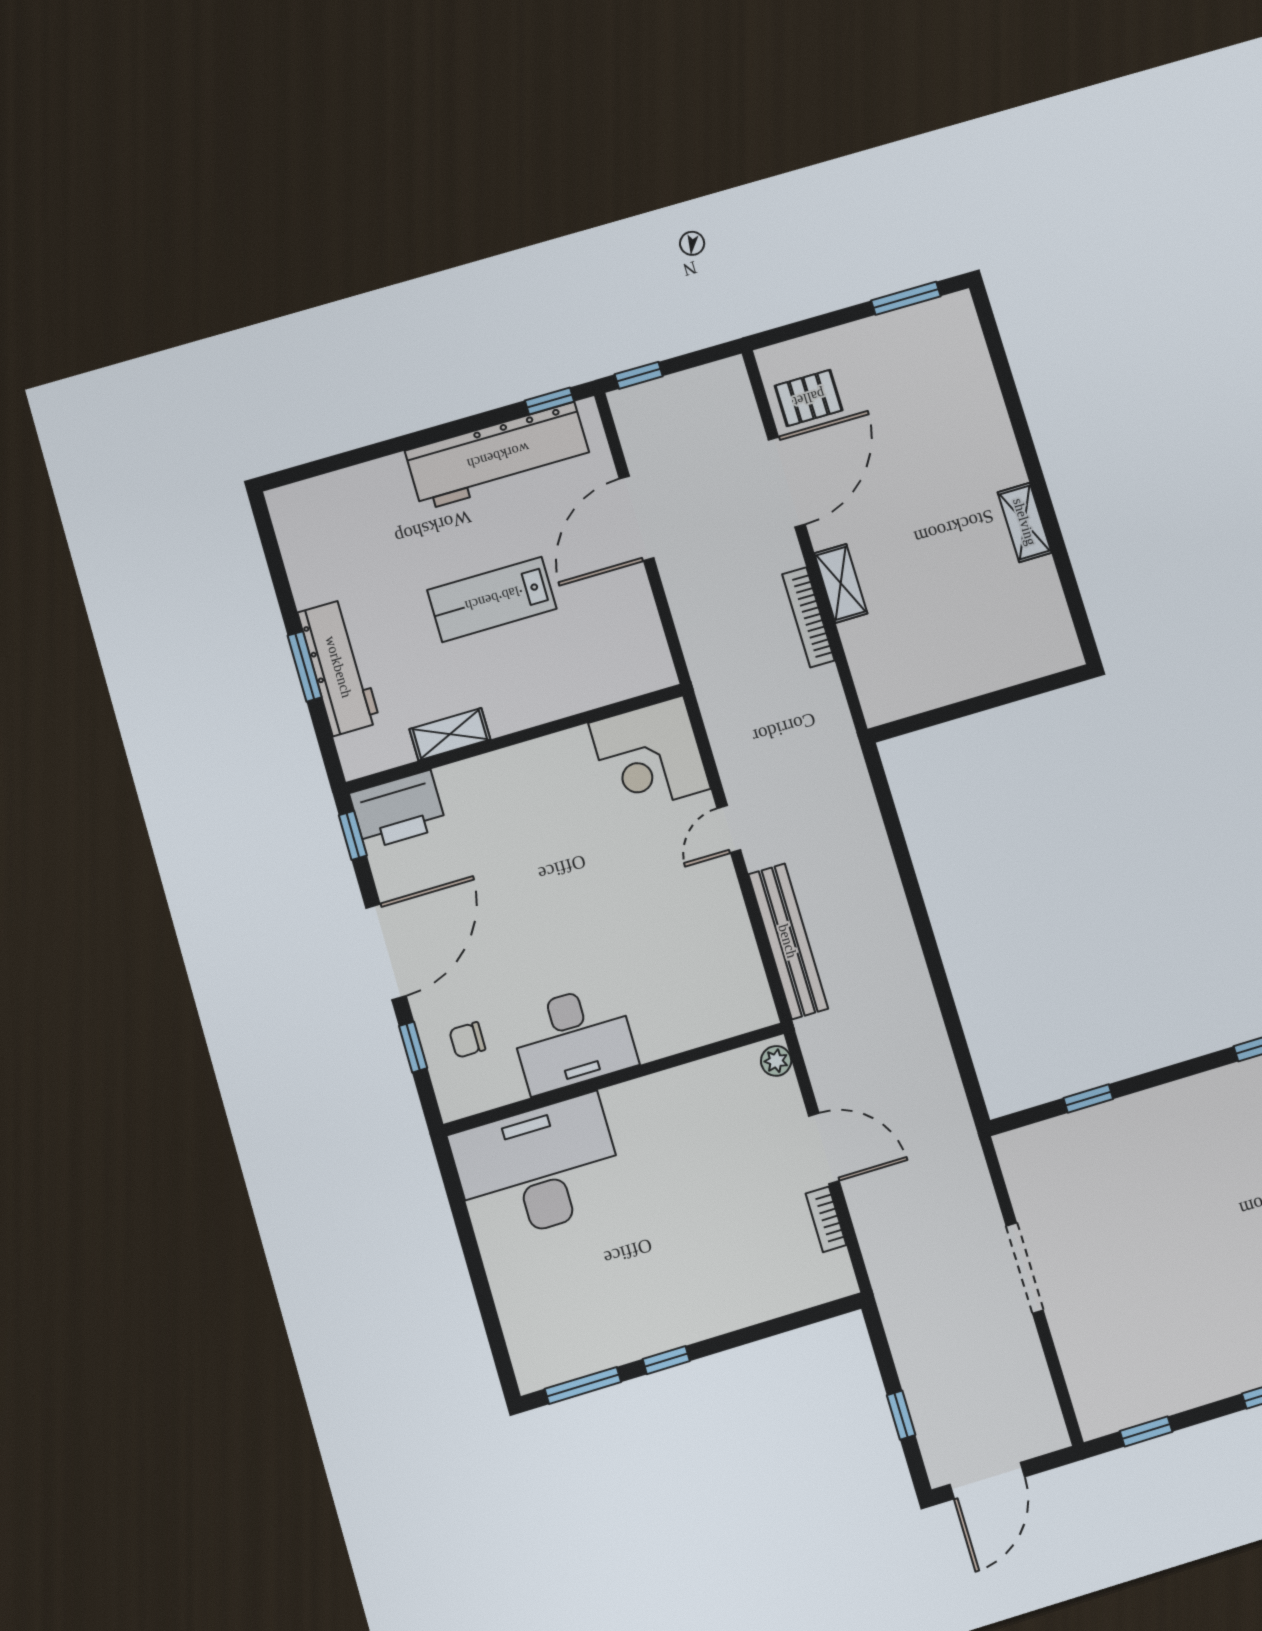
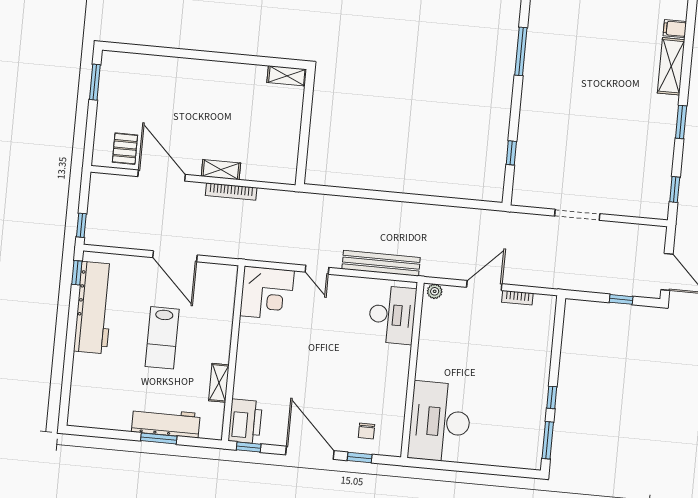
door: (637, 518) -> (175, 256), moved
shelving: (1025, 522) -> (287, 76), moved
desk: (573, 1039) -> (392, 315), moved

